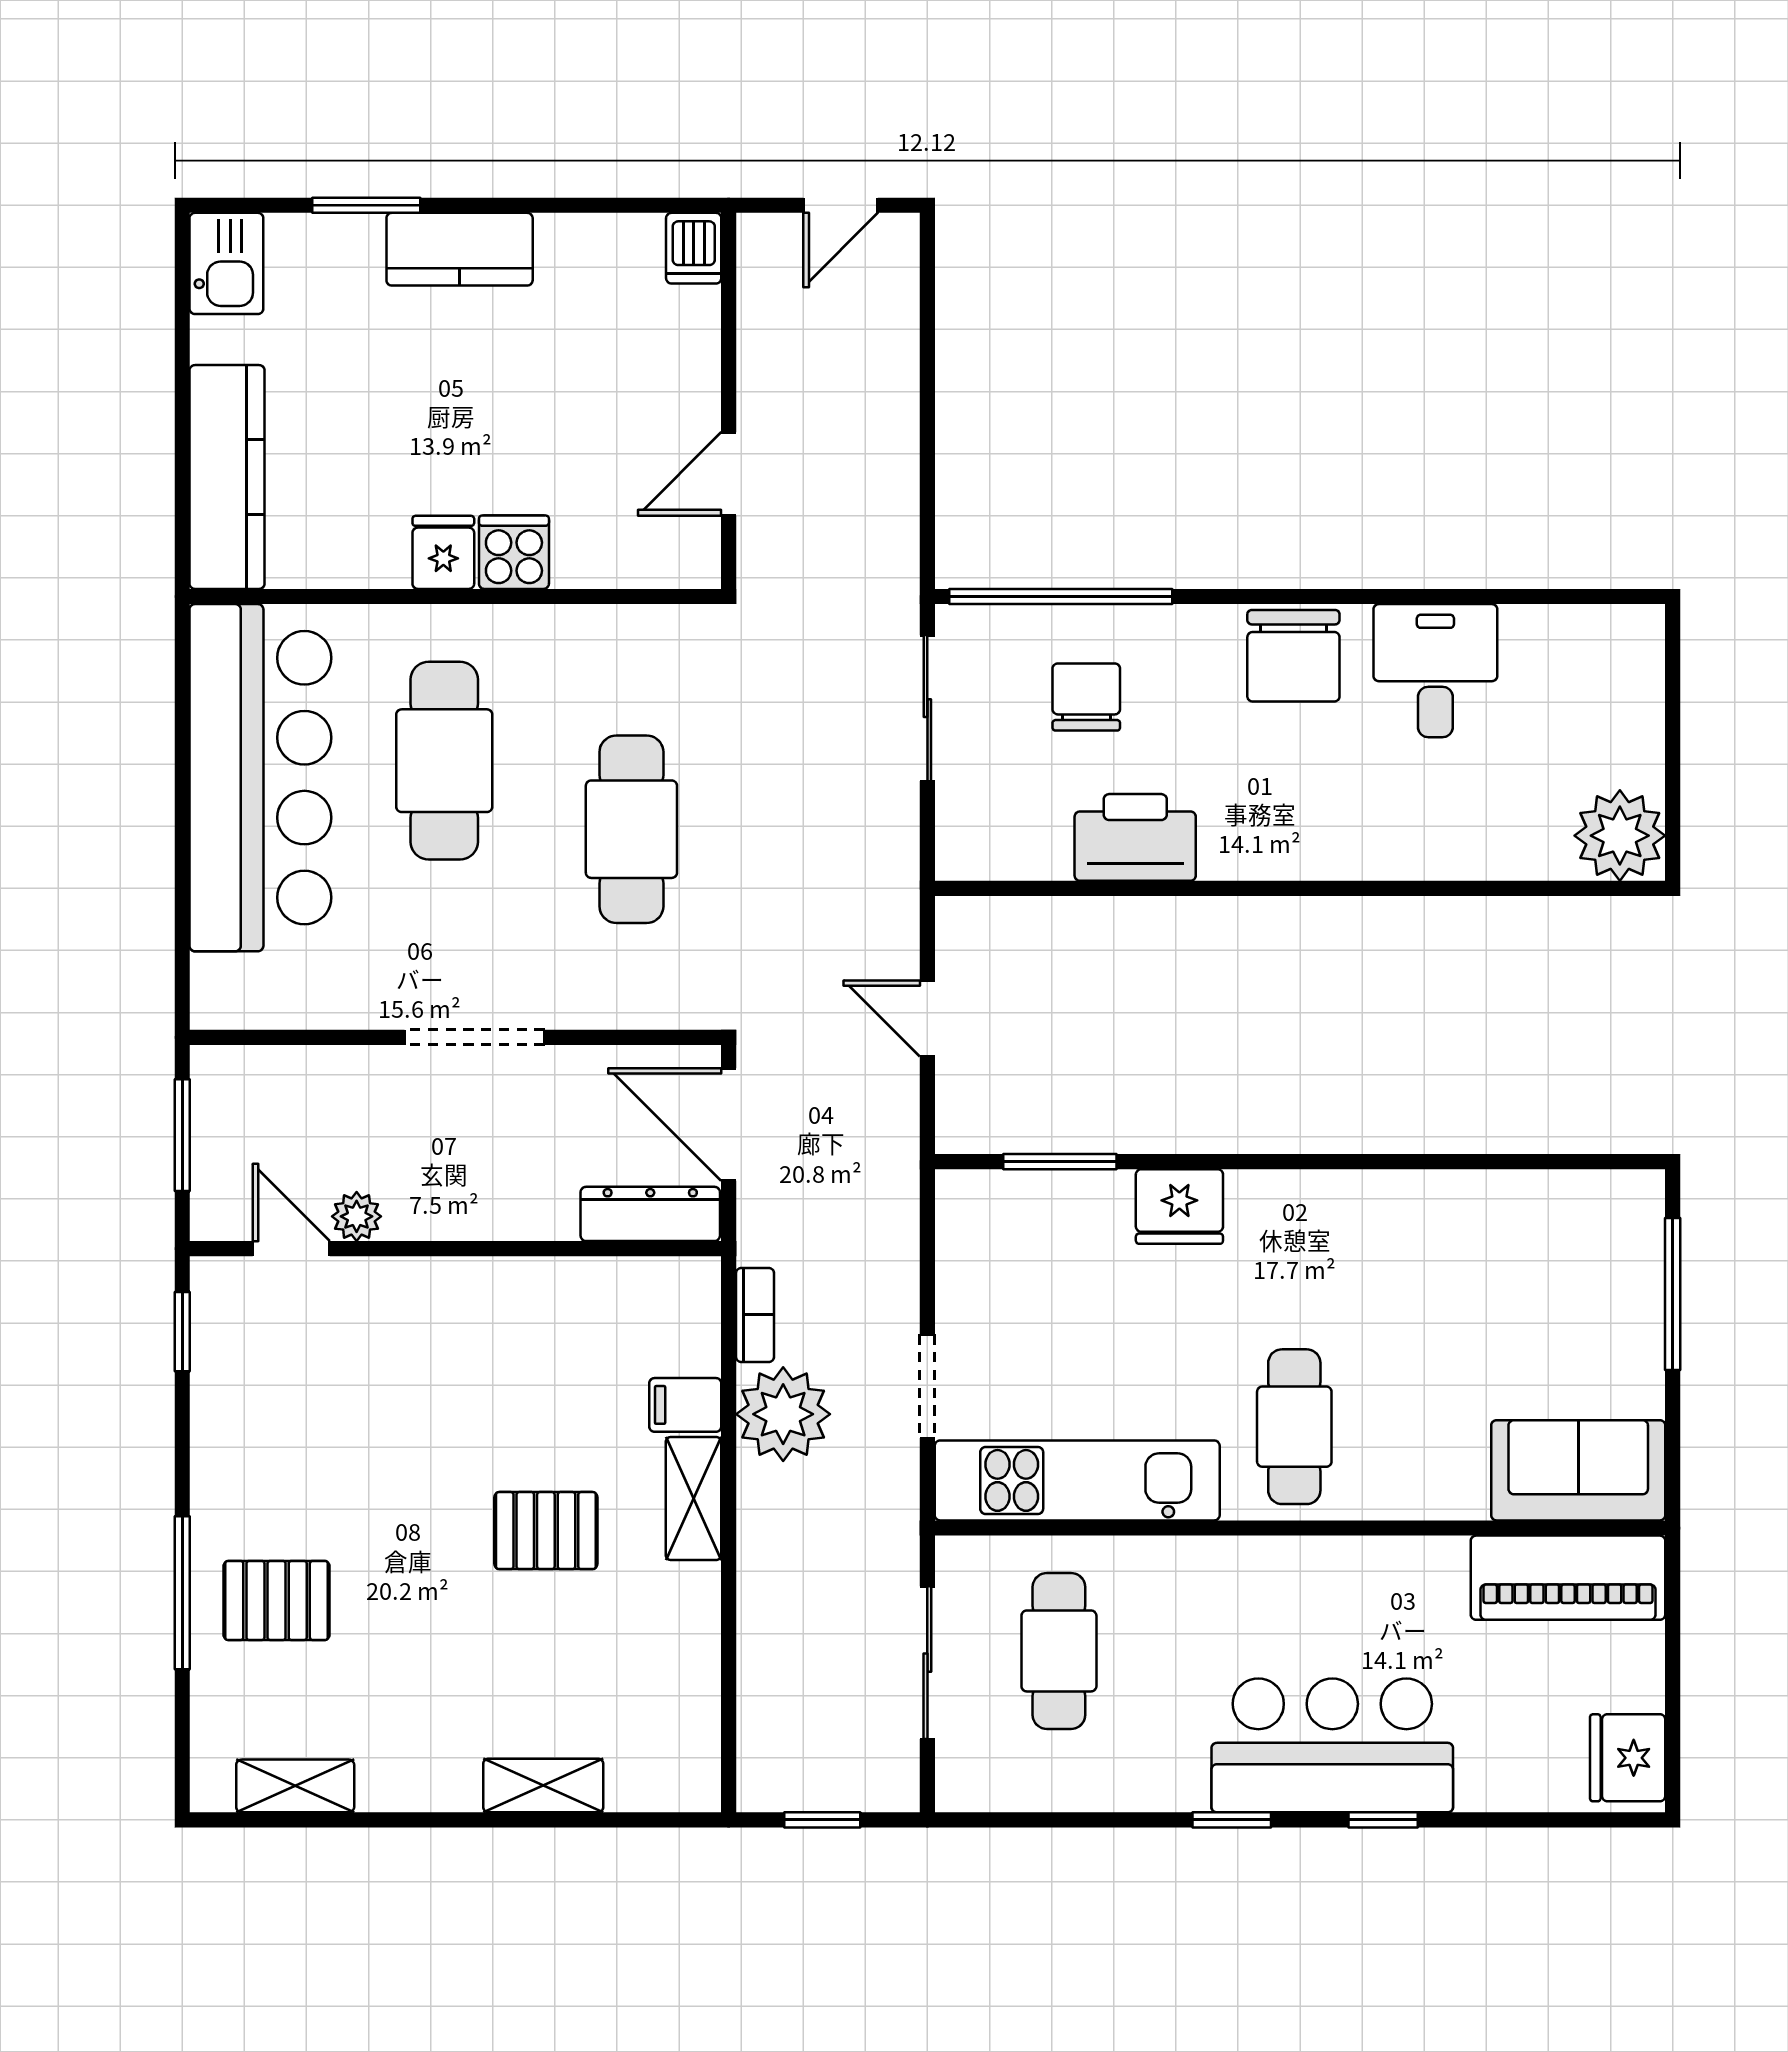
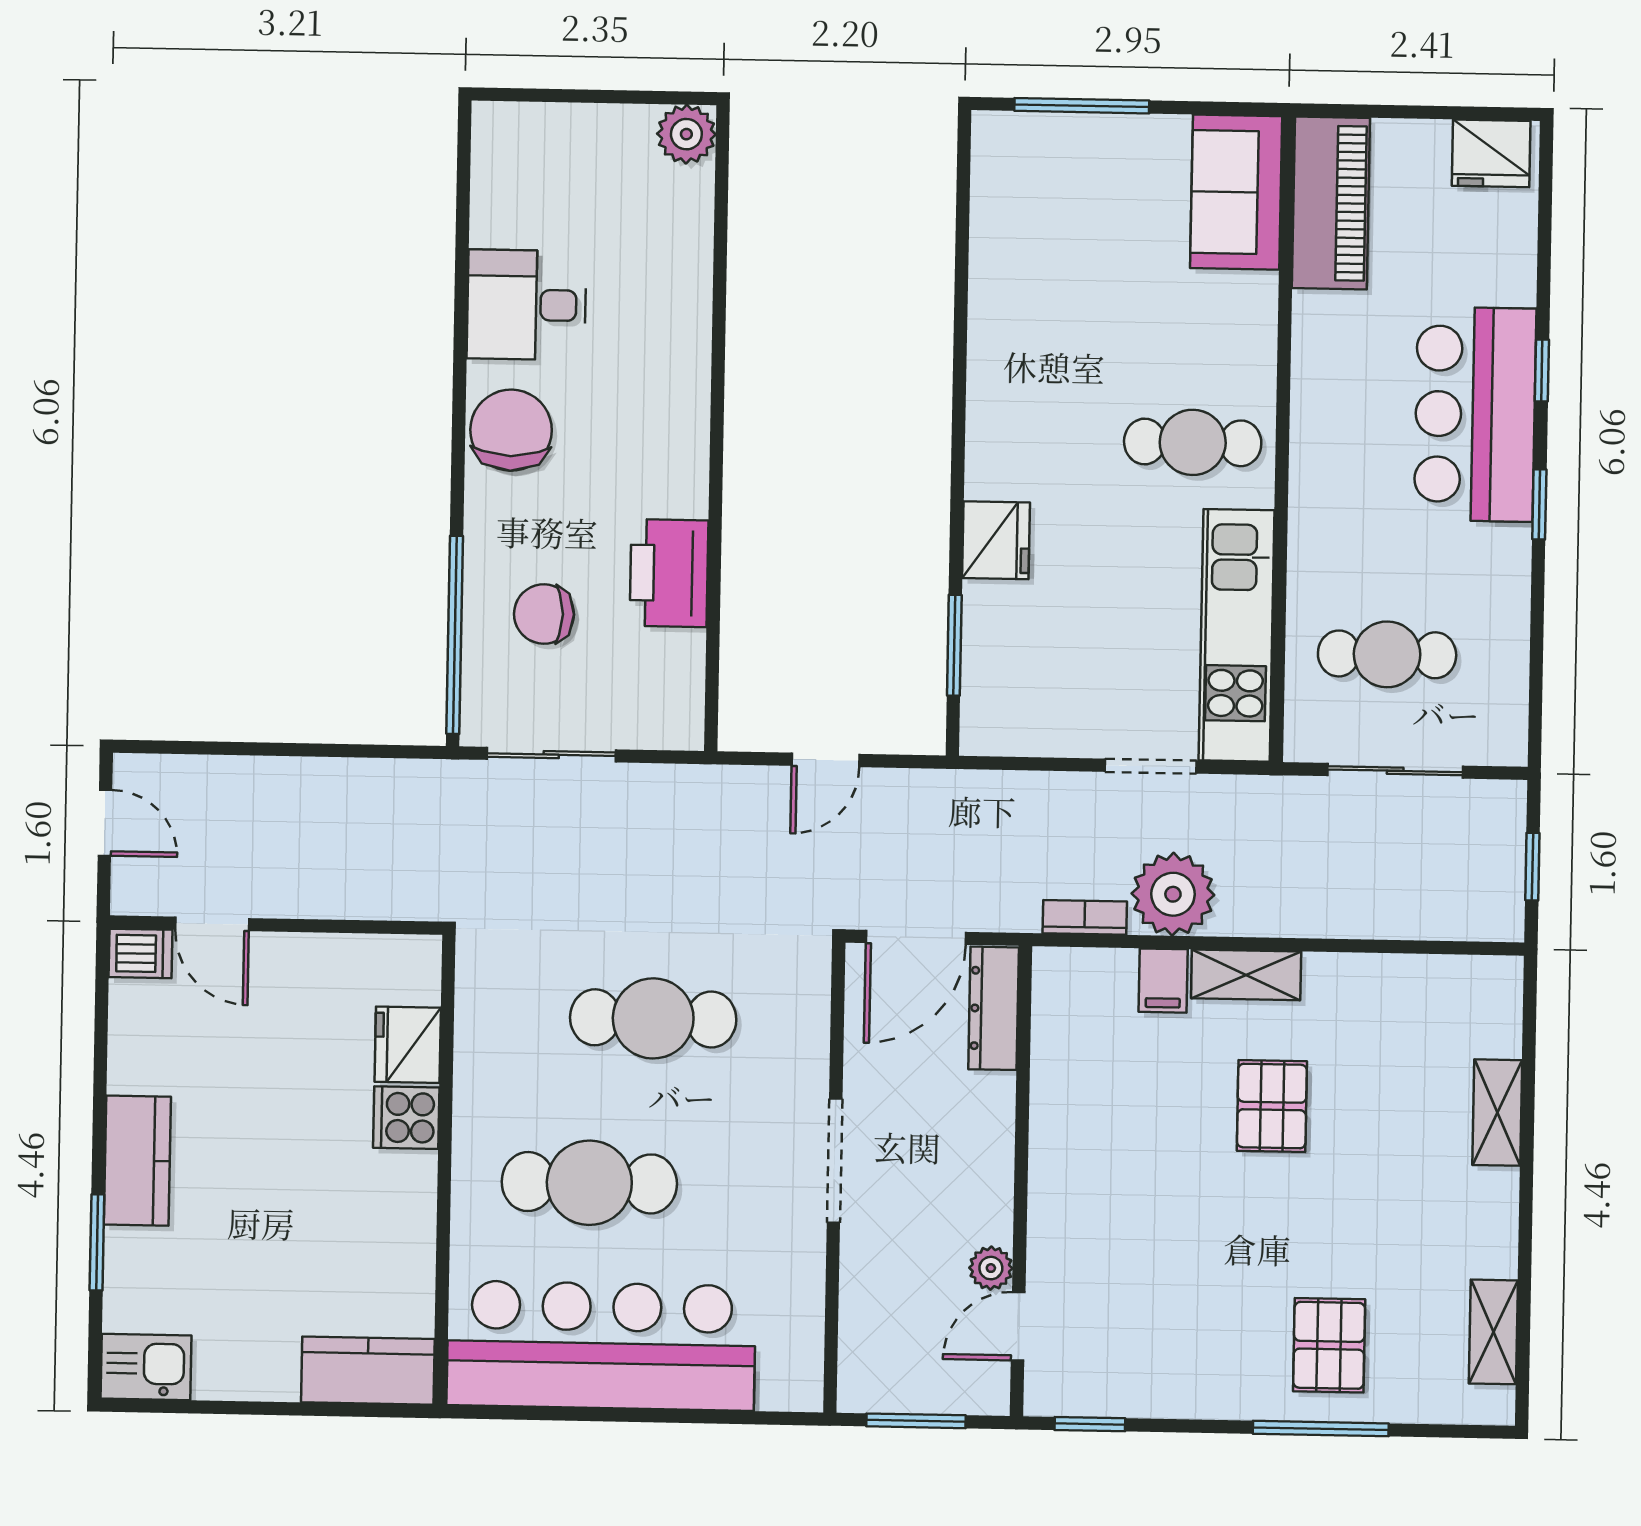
door: (729, 474) -> (212, 924), moved
kitchen counter: (227, 477) -> (368, 1371), width x0.67
fridge: (443, 552) -> (408, 1045), moved, width x1.38
chair: (1293, 656) -> (511, 430), turned -90
plant: (1620, 836) -> (686, 134), width x0.73, depth x0.73

